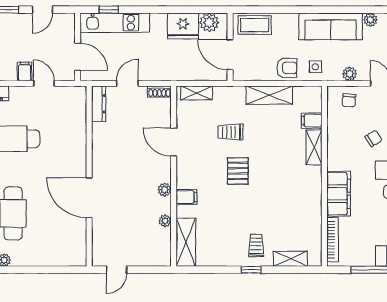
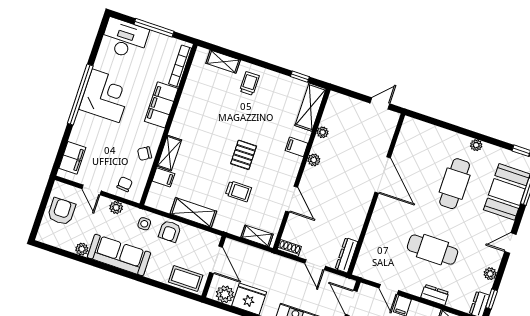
armchair: (287, 68) -> (170, 231), turned -90
door: (127, 83) -> (315, 265), hinge flipped
chair: (374, 138) -> (145, 154), moved
trolley: (256, 246) -> (249, 83), turned 180
window: (251, 270) -> (300, 77), moved

